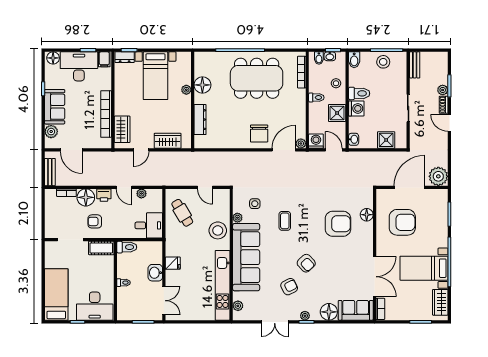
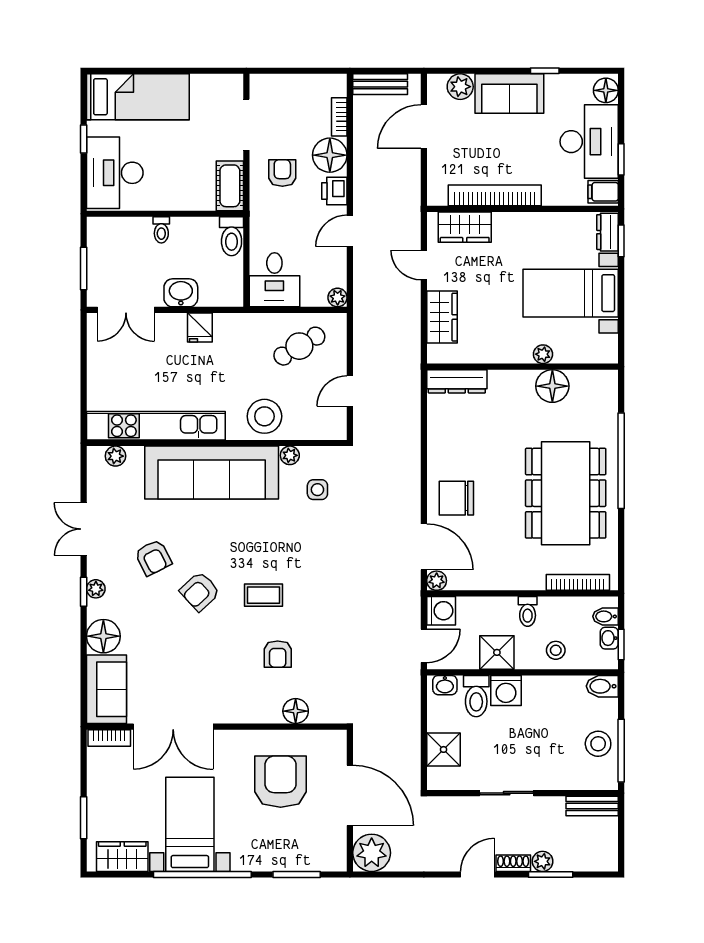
toilet: (359, 93) -> (476, 696), moved
dresser: (200, 120) -> (457, 381), moved
plant: (141, 194) -> (338, 297), moved
coffee table: (285, 221) -> (263, 595), moved
armchair: (402, 222) -> (281, 782), turned 180
armchair: (338, 224) -> (278, 654), width x0.53, depth x0.53

